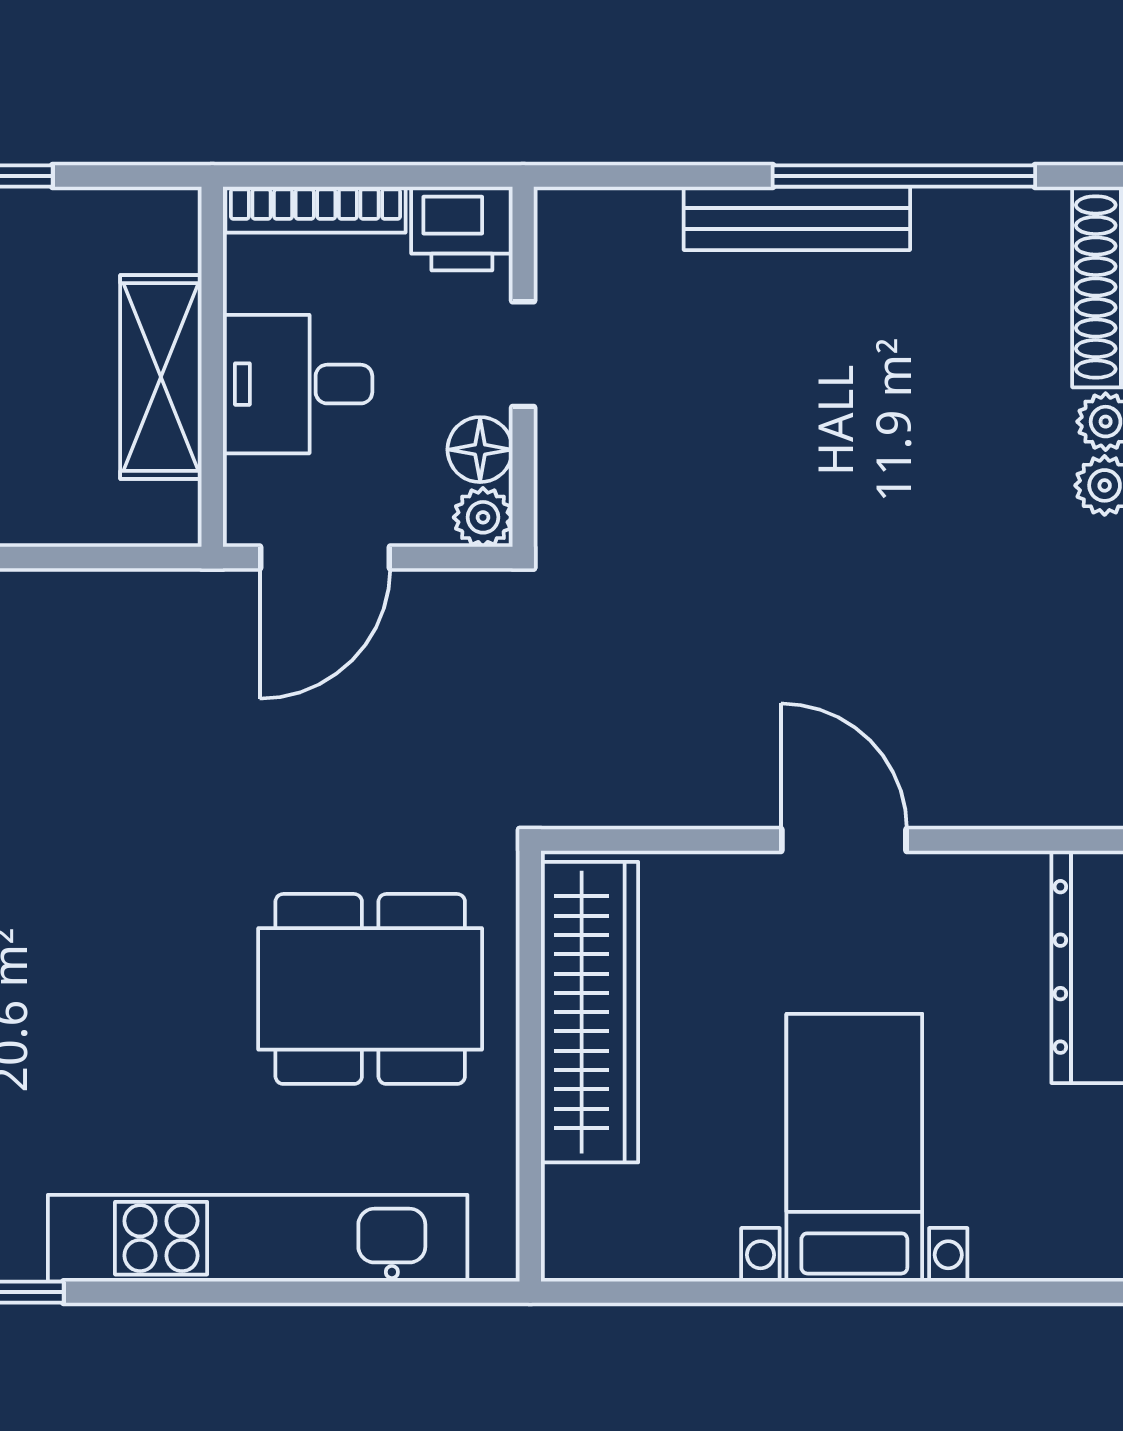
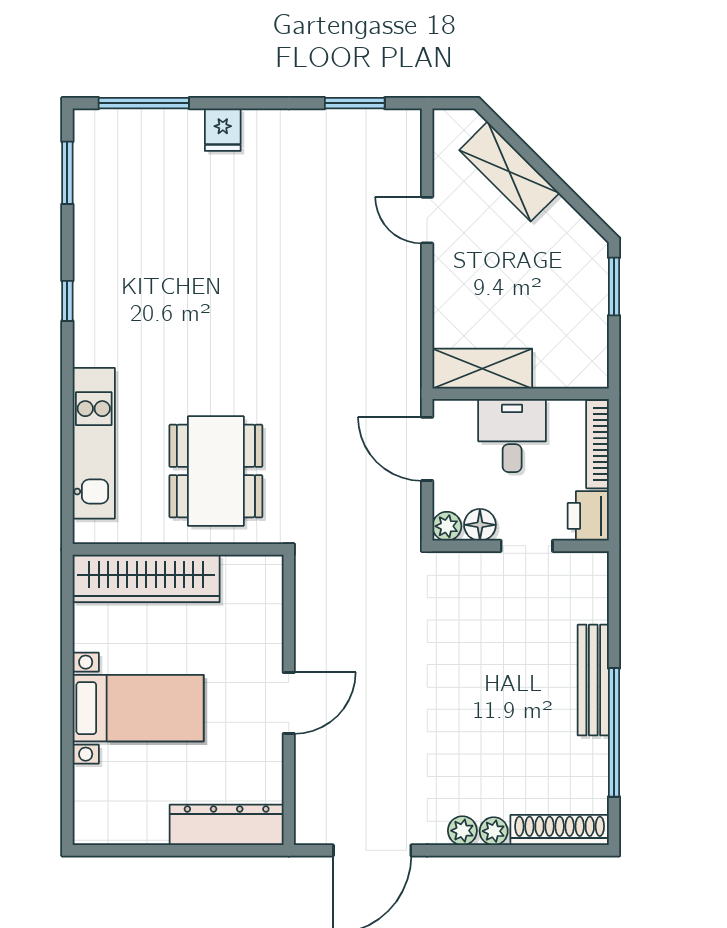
shelving: (161, 377) -> (482, 369), moved
wardrobe: (589, 1012) -> (146, 578), moved
kitchen unit: (258, 1238) -> (94, 443), width x0.73

